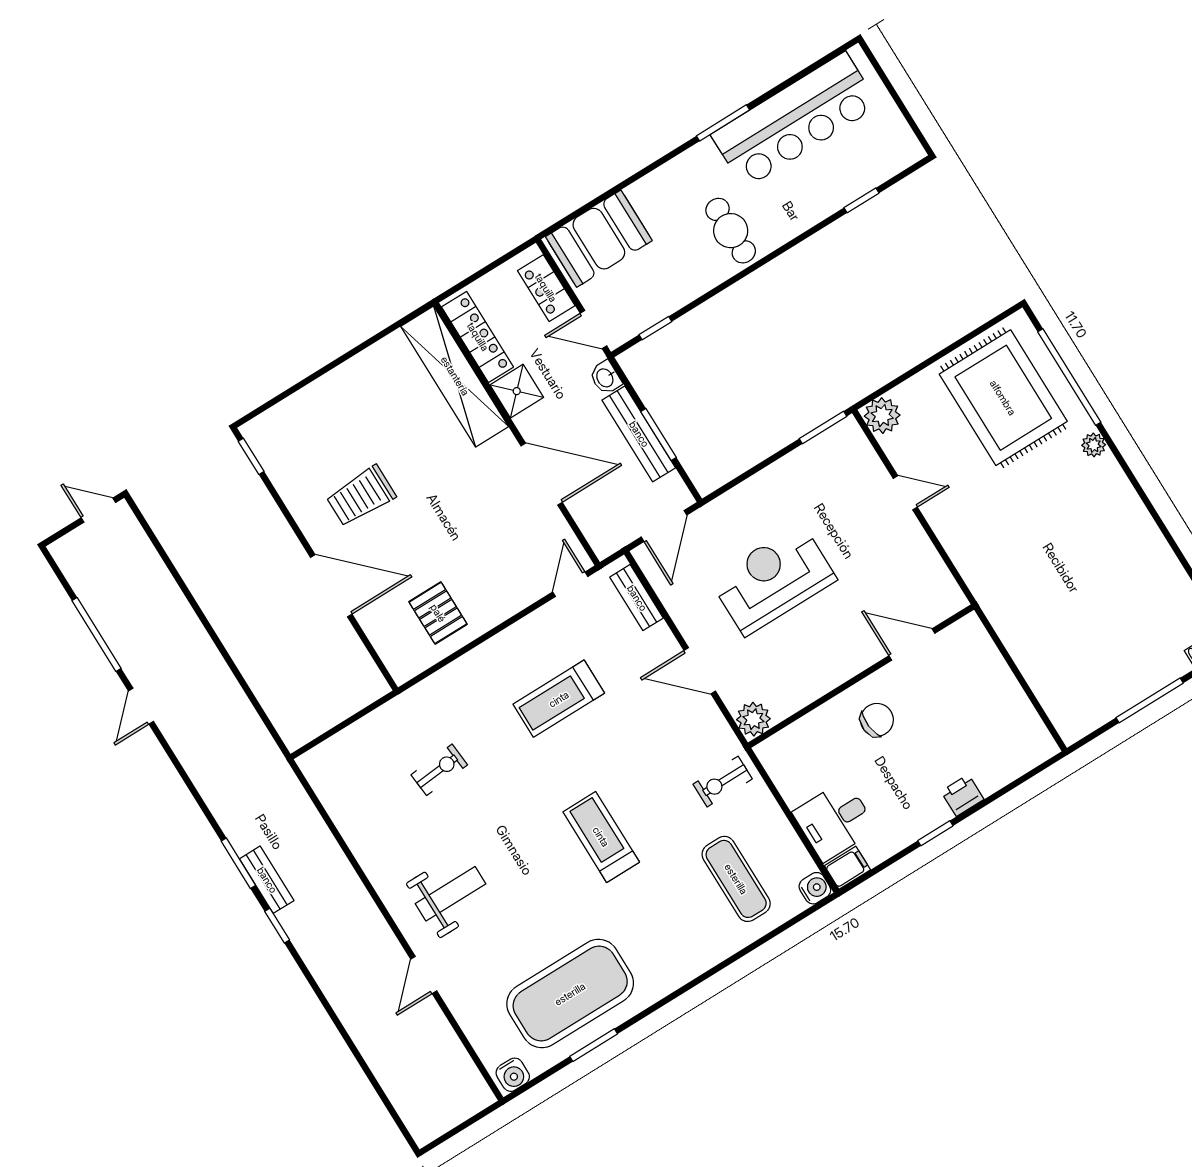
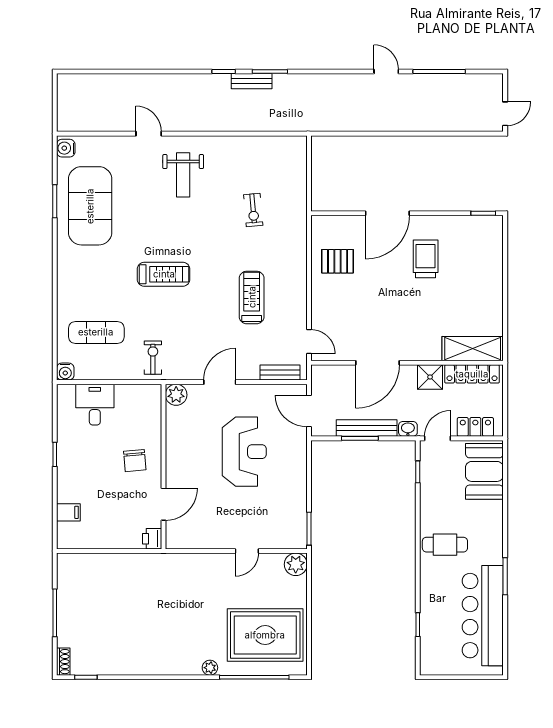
shelving: (455, 376) -> (473, 349), width x0.68
printer: (962, 795) -> (152, 539), moved, turned 180
filing cabinet: (847, 868) -> (68, 512), moved, turned -90

